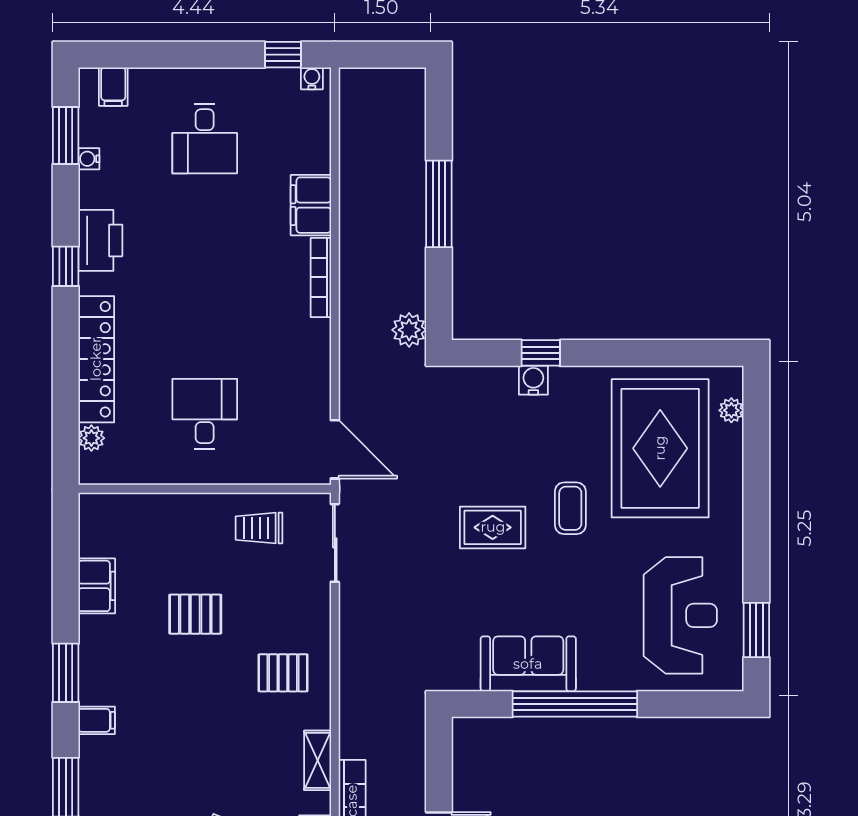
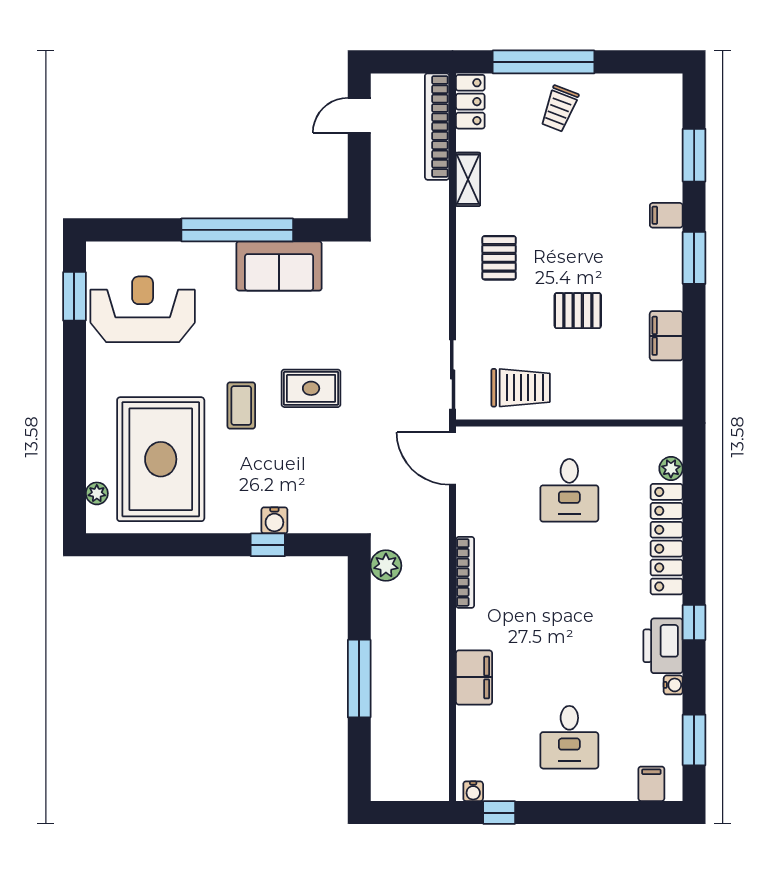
desk: (205, 139) -> (569, 737), turned 180
water cooler: (89, 159) -> (673, 685), moved
bookcase: (321, 277) -> (465, 572), moved
trolley: (259, 528) -> (521, 388), width x1.36, depth x1.39
reception desk: (680, 615) -> (143, 309), turned 90
pallet: (283, 673) -> (499, 258), turned 90

